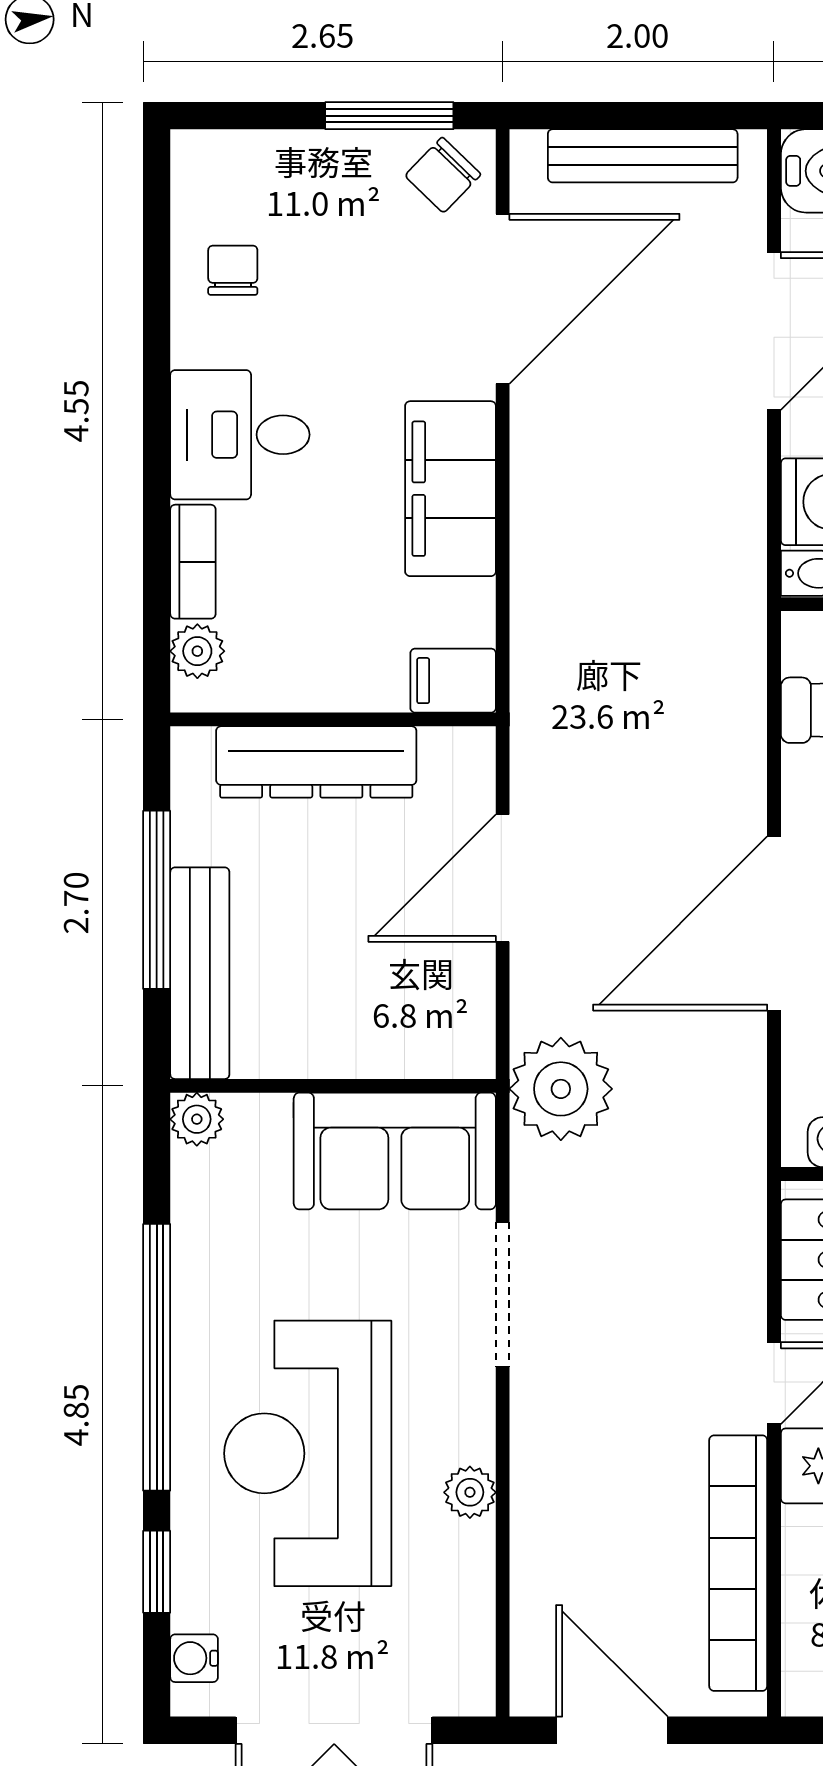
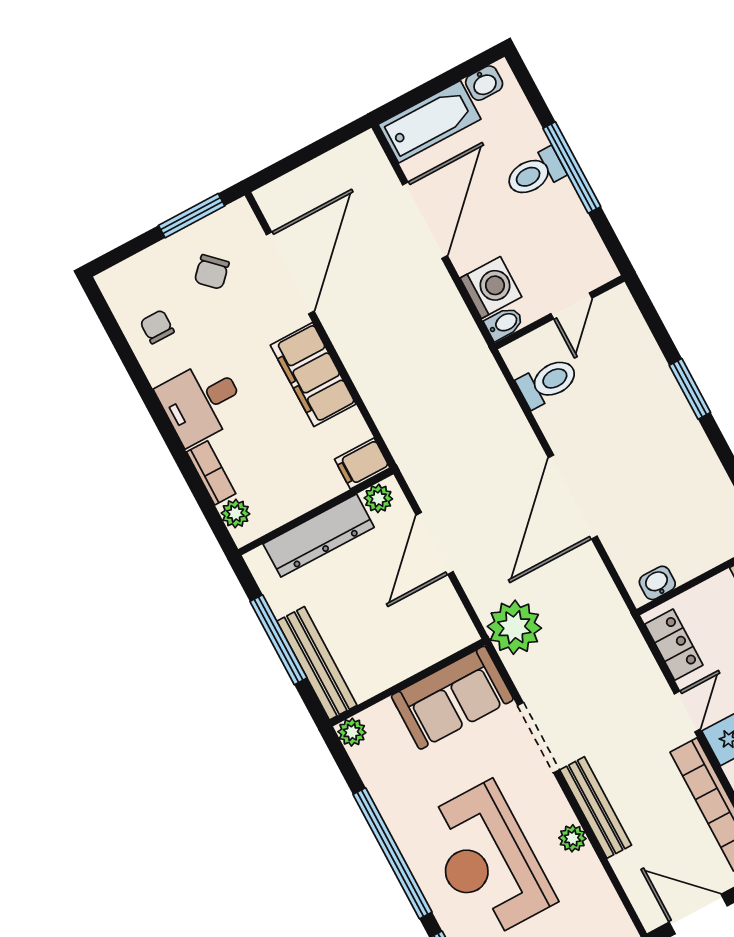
bench: (643, 156) -> (596, 807), moved, turned 90
chair: (443, 175) -> (212, 272), moved
plant: (449, 753) -> (378, 498), added

